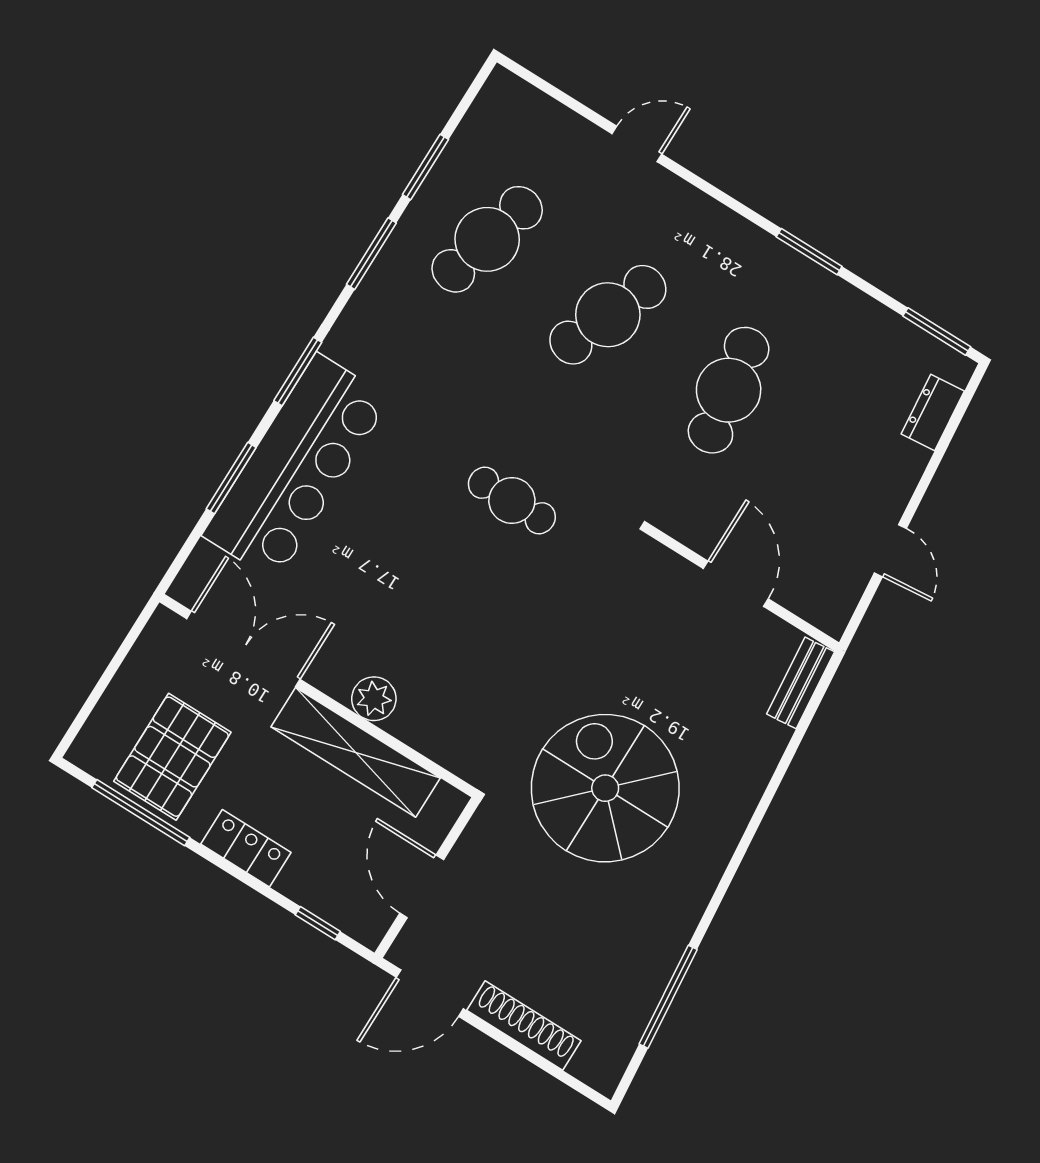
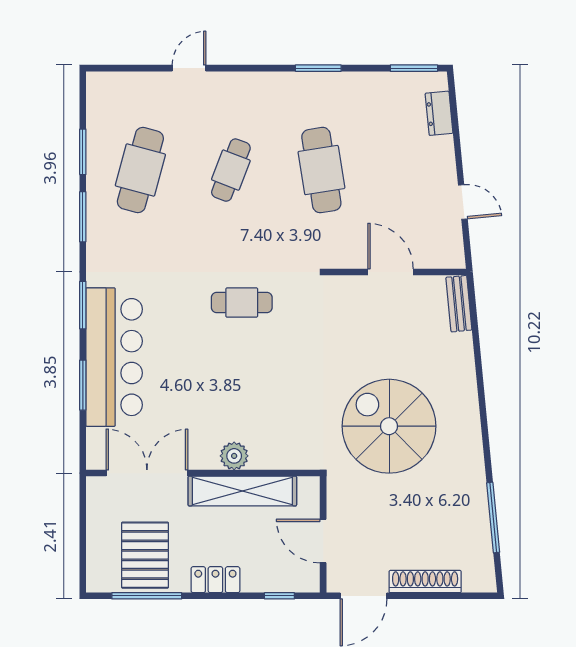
cafe table: (608, 315) -> (231, 170), width x0.73, depth x0.74

